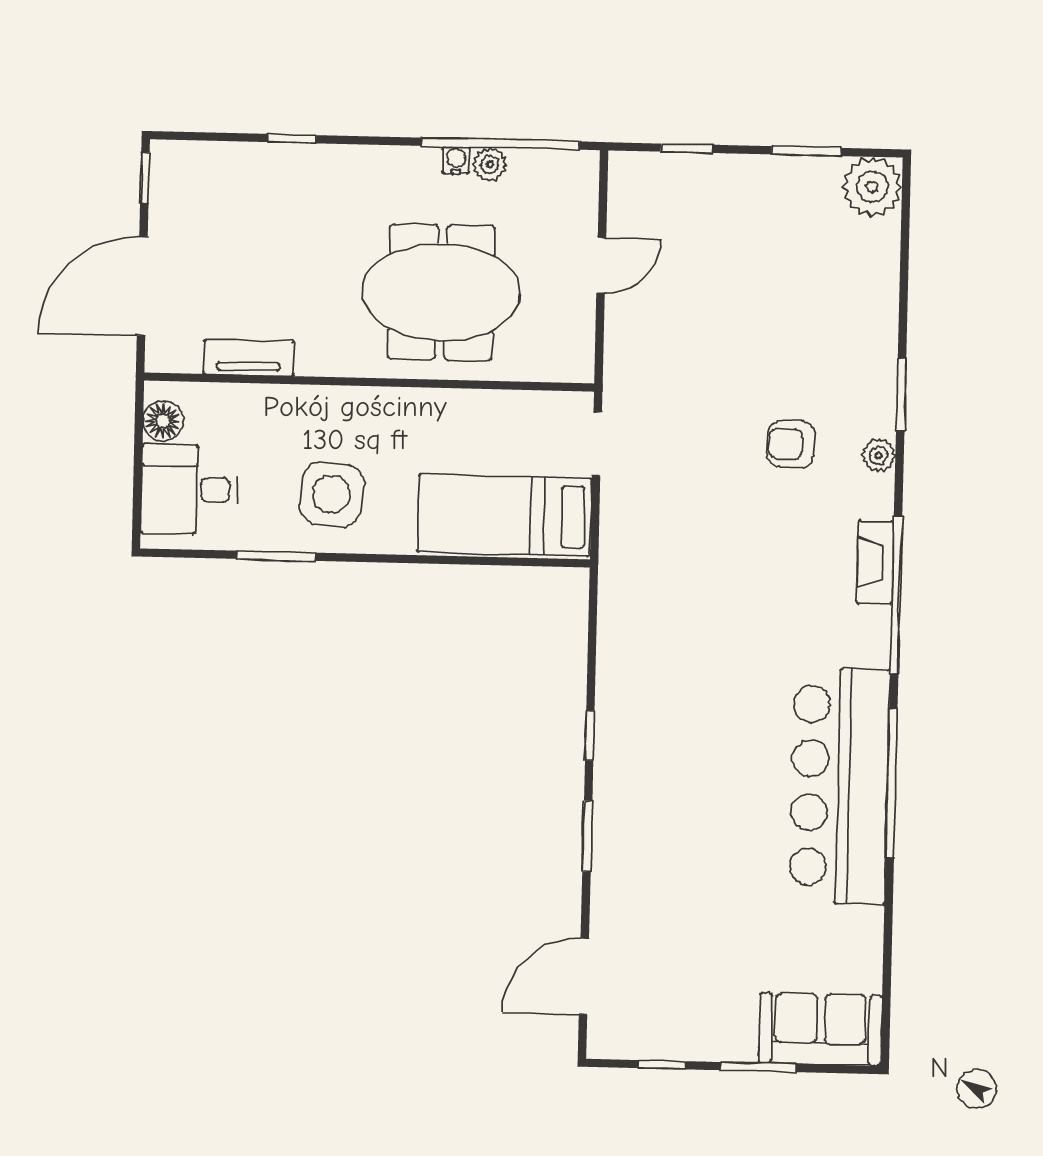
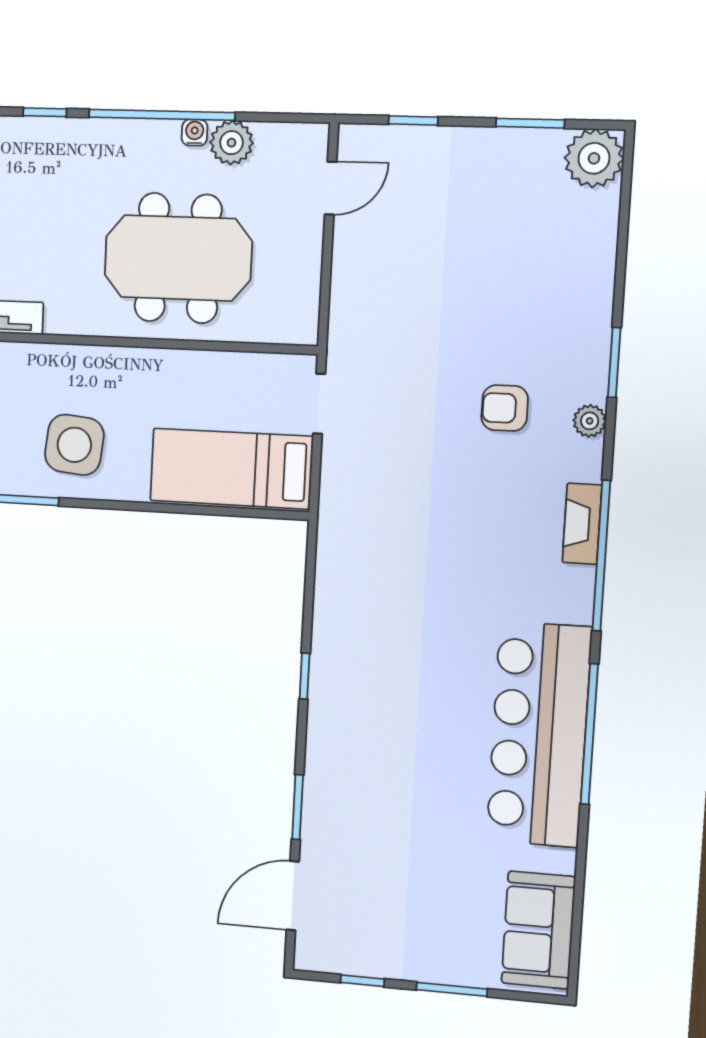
window: (500, 144) -> (162, 115), moved
plant: (490, 164) -> (231, 143), width x1.38, depth x1.38
door: (601, 265) -> (331, 188), moved
window: (587, 836) -> (298, 807), moved
sofa: (820, 1029) -> (538, 930), moved, turned -90

